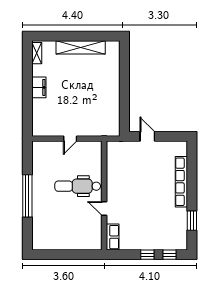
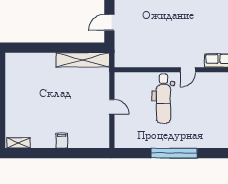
shelving: (81, 47) -> (83, 60), moved, turned 90
filing cabinet: (39, 87) -> (62, 141), width x0.50

